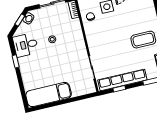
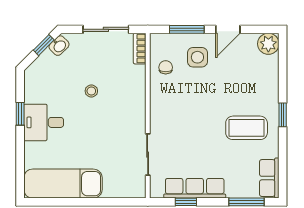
desk: (26, 45) -> (44, 122), moved
row of seats: (122, 80) -> (195, 188), width x0.73

